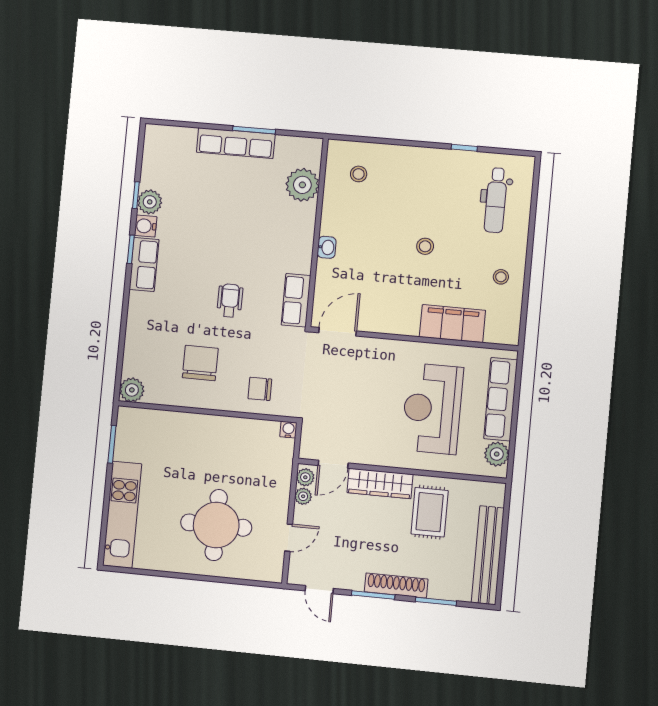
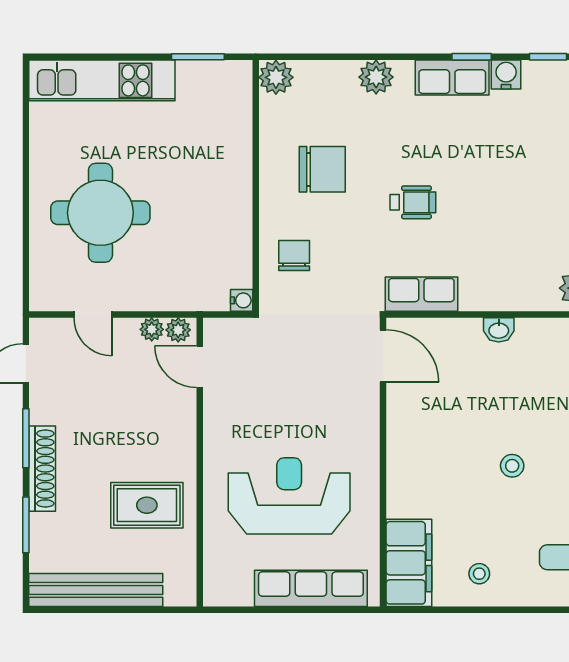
plant: (150, 202) -> (376, 77), moved
filing cabinet: (452, 324) -> (409, 563), moved
plant: (497, 454) -> (235, 590), removed
wardrobe: (380, 483) -> (180, 434), removed

